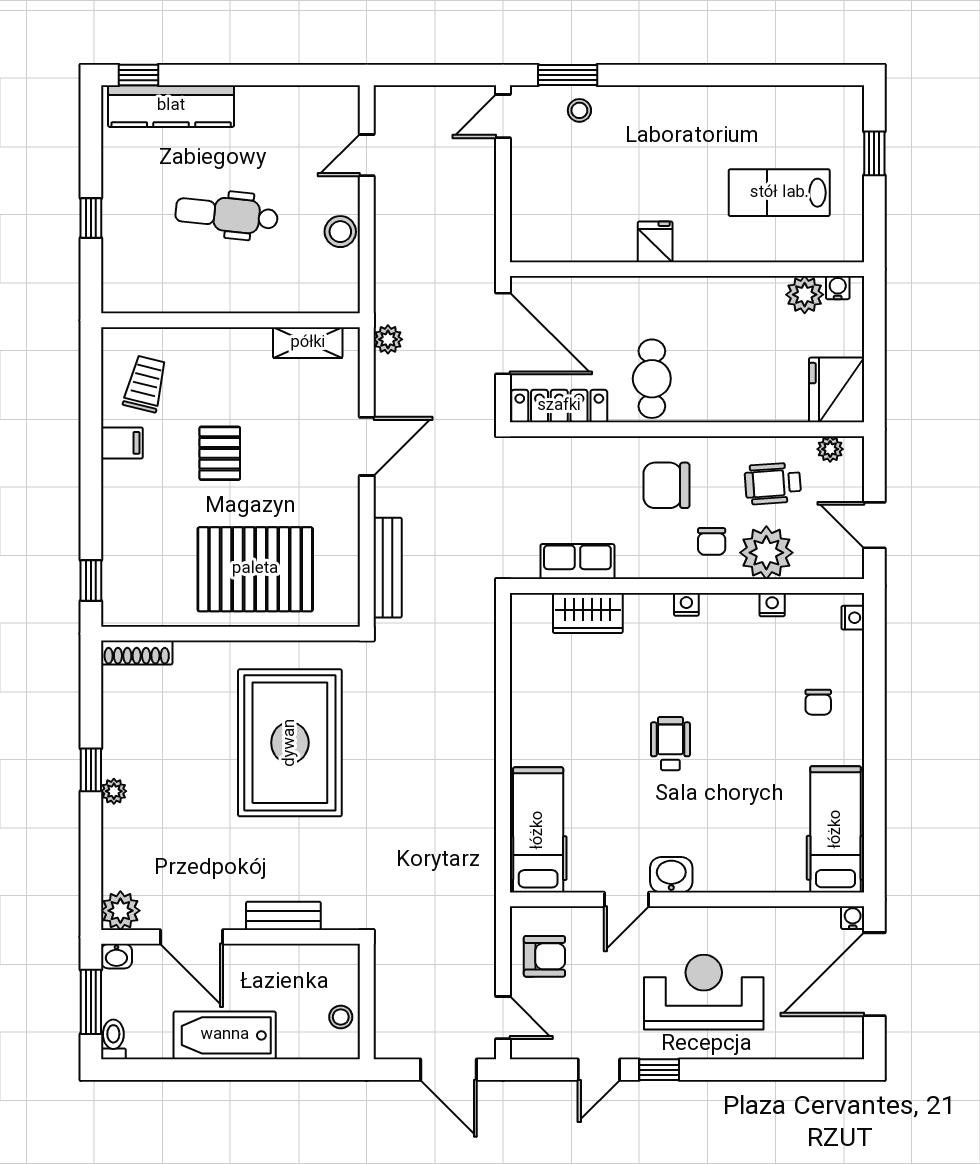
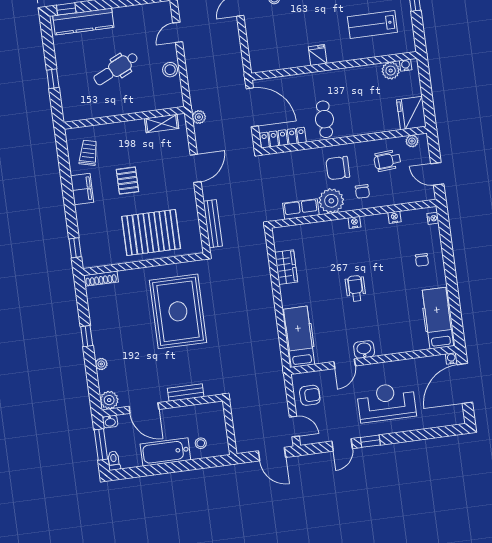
dental chair: (227, 214) -> (116, 69), turned -31
filing cabinet: (122, 443) -> (82, 189), width x2.00
plant: (766, 553) -> (331, 201), moved
wardrobe: (588, 613) -> (286, 267), moved, turned -90
plant: (114, 791) -> (101, 364), moved
stool: (341, 1017) -> (201, 443), moved

